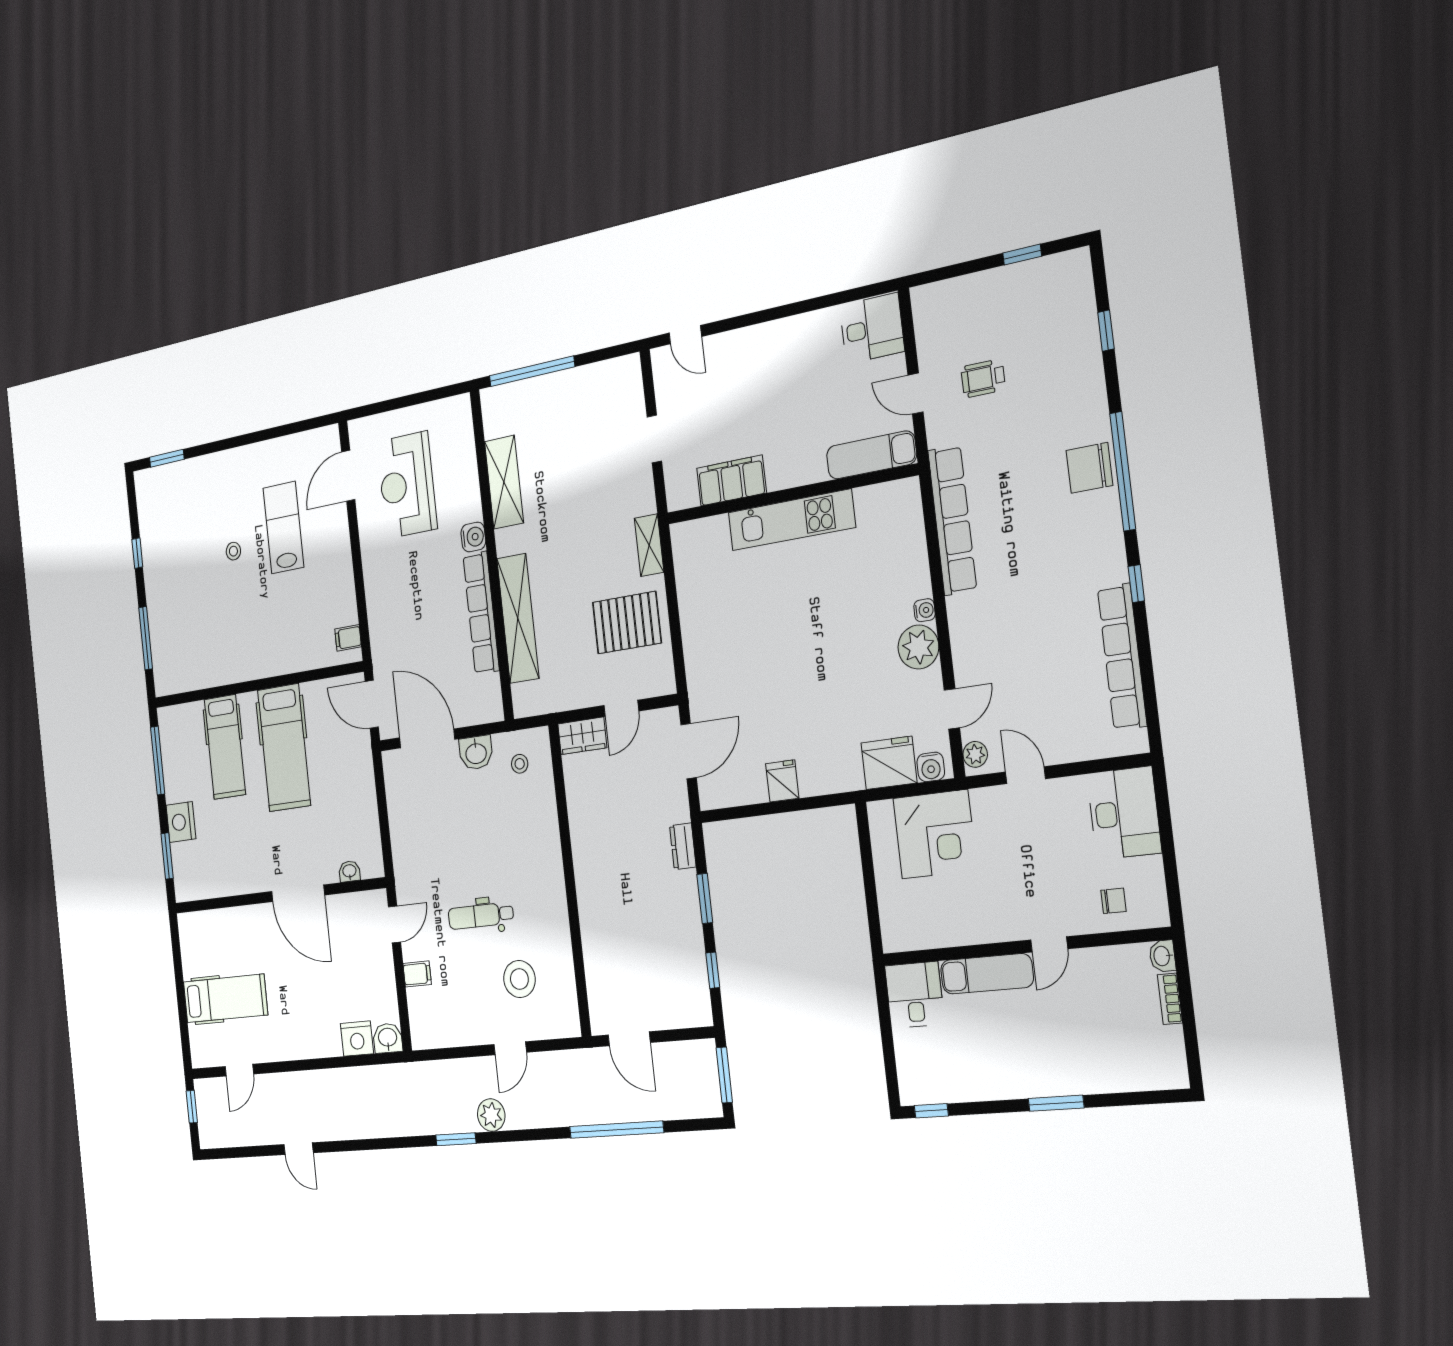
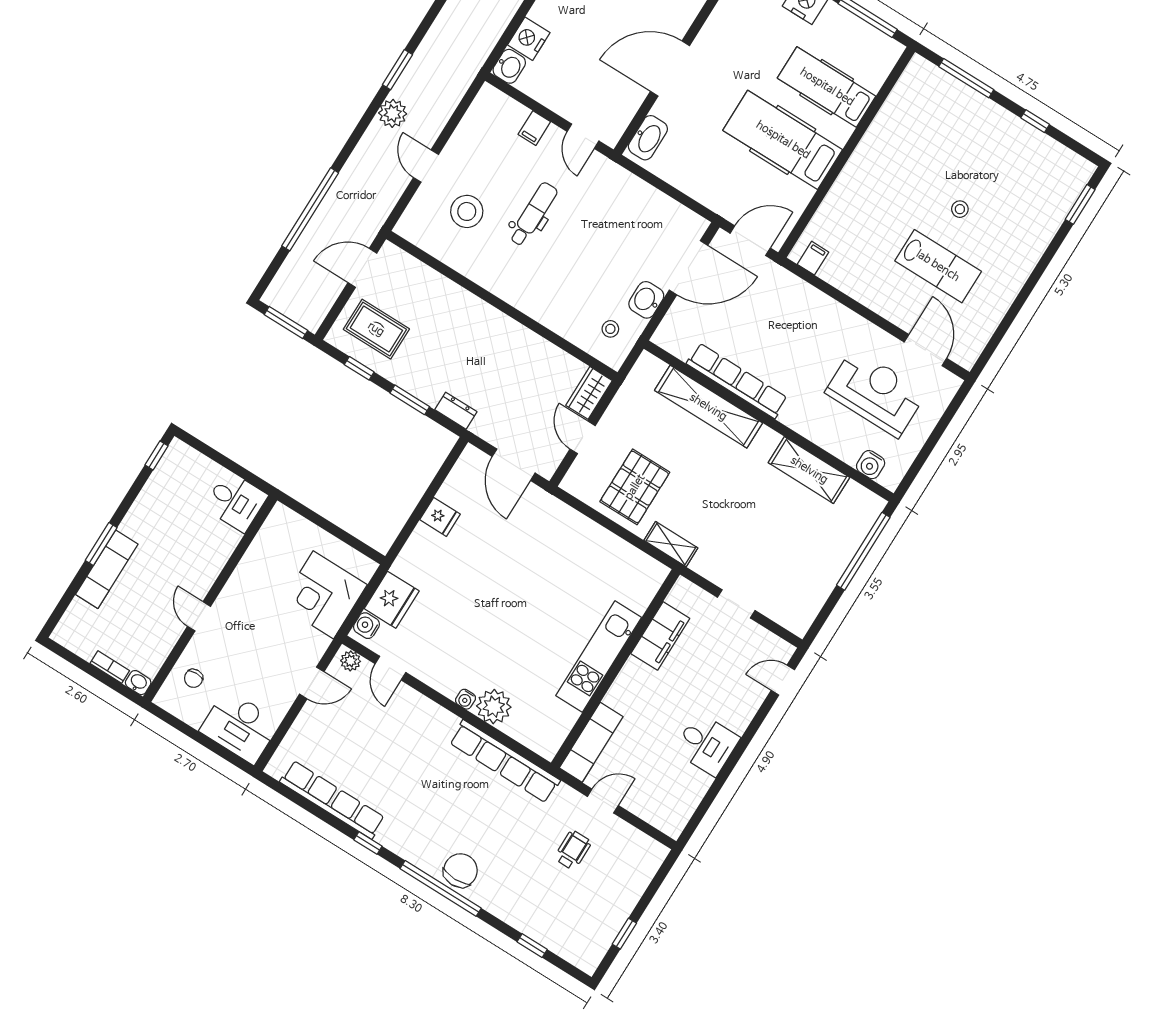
desk: (872, 328) -> (707, 744), moved, turned -90
water cooler: (473, 537) -> (871, 465), moved
plant: (918, 647) -> (494, 707), moved
washbasin: (349, 871) -> (648, 138), width x1.91, depth x1.45
exam couch: (987, 974) -> (107, 569), moved, turned 180
rug: (669, 982) -> (376, 329), added

